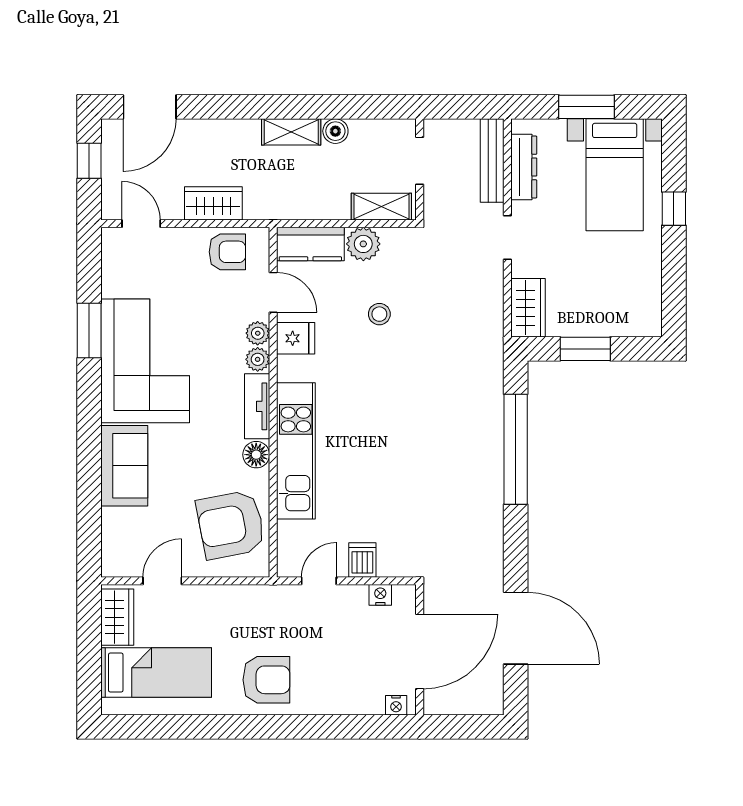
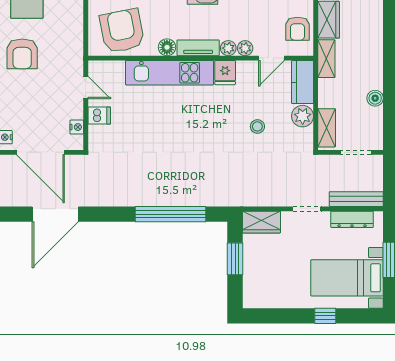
shelving: (291, 132) -> (326, 59), moved
fridge: (296, 338) -> (225, 73), moved

